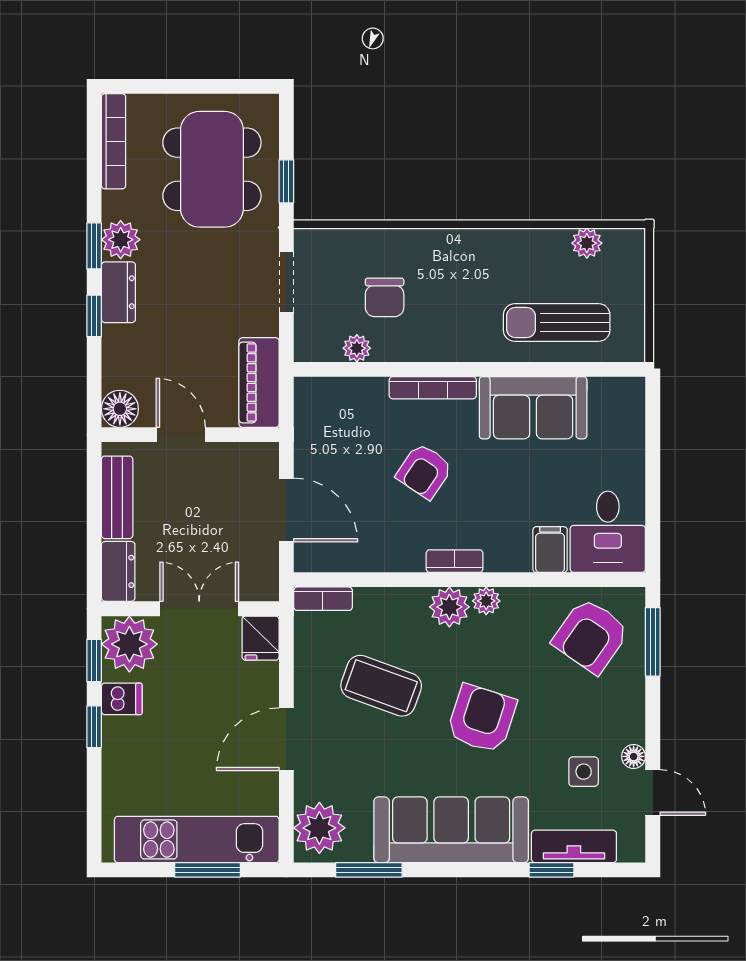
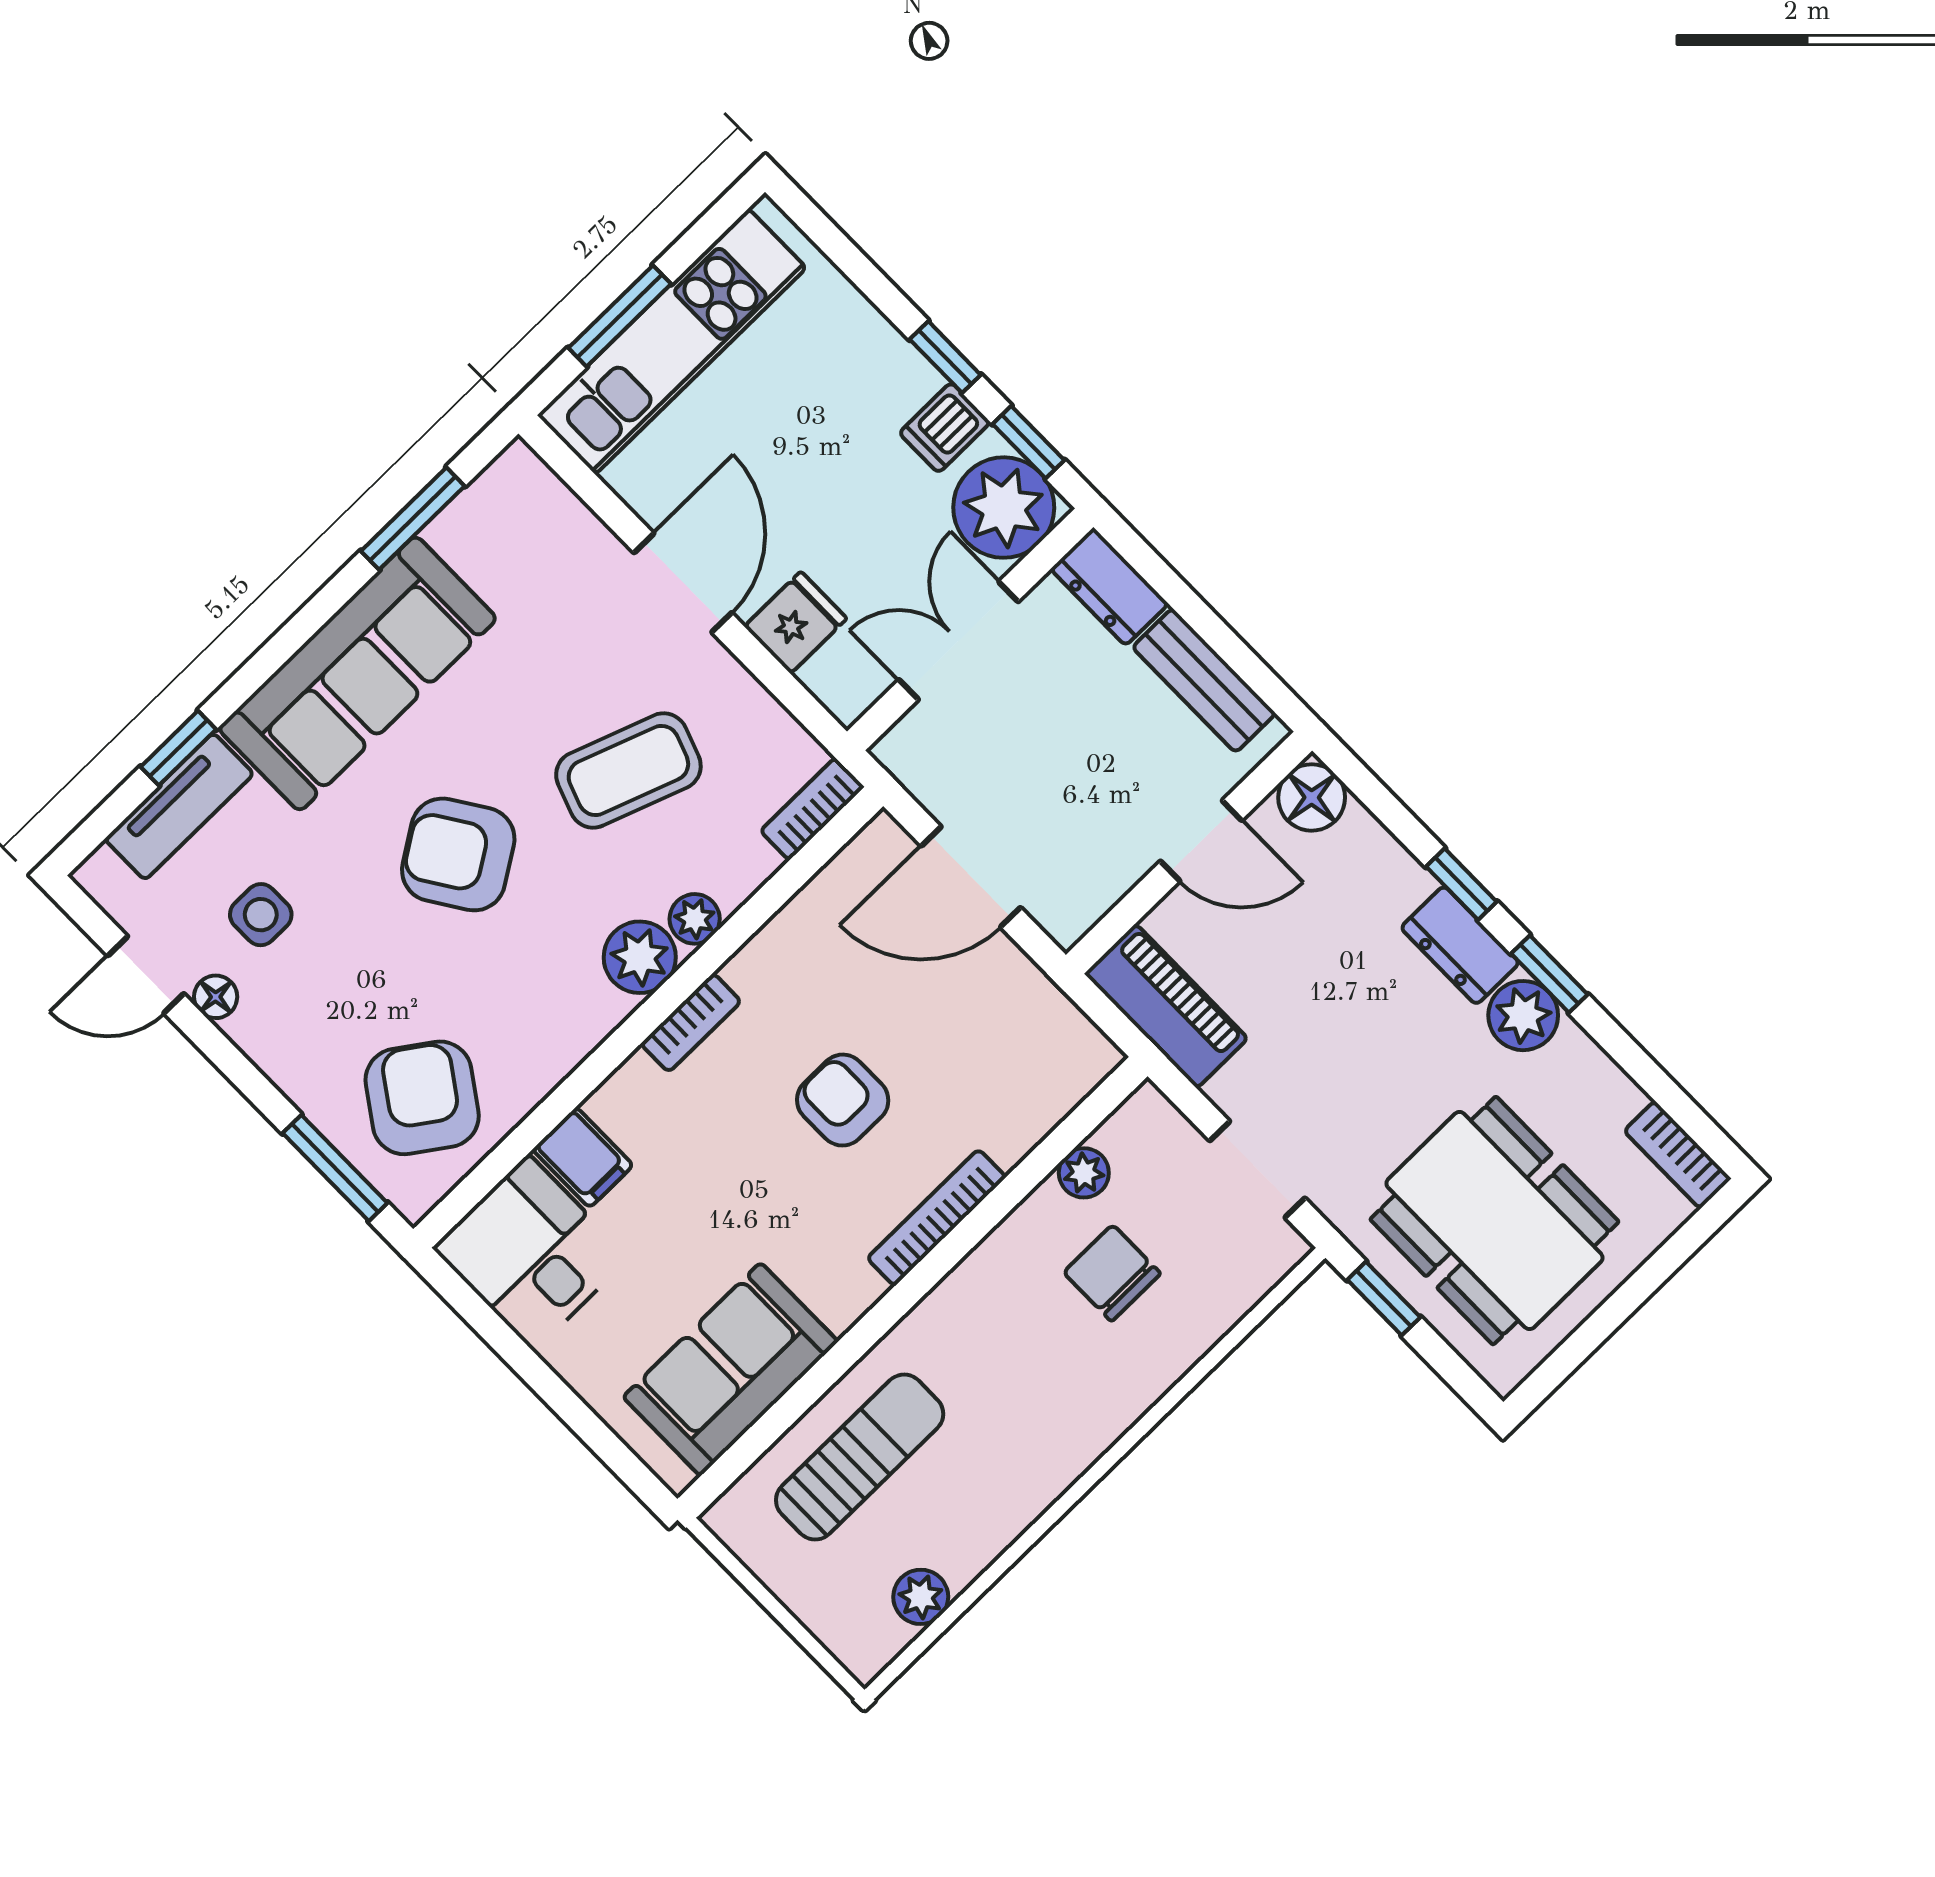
bookcase: (114, 141) -> (1677, 1155), width x0.64
sofa: (533, 408) -> (731, 1369), moved
armchair: (424, 471) -> (843, 1100), turned -34
plant: (486, 601) -> (695, 919), moved
double door: (199, 609) -> (959, 641), swing flipped
fridge: (261, 638) -> (796, 623), moved, turned 90
armchair: (482, 719) -> (458, 854), turned 129
plant: (319, 828) -> (529, 510), removed

